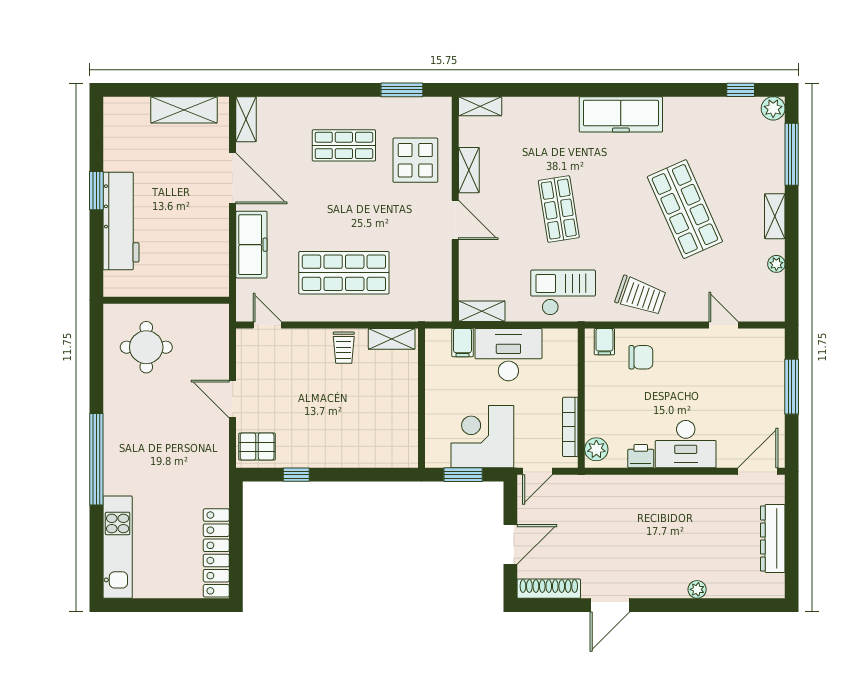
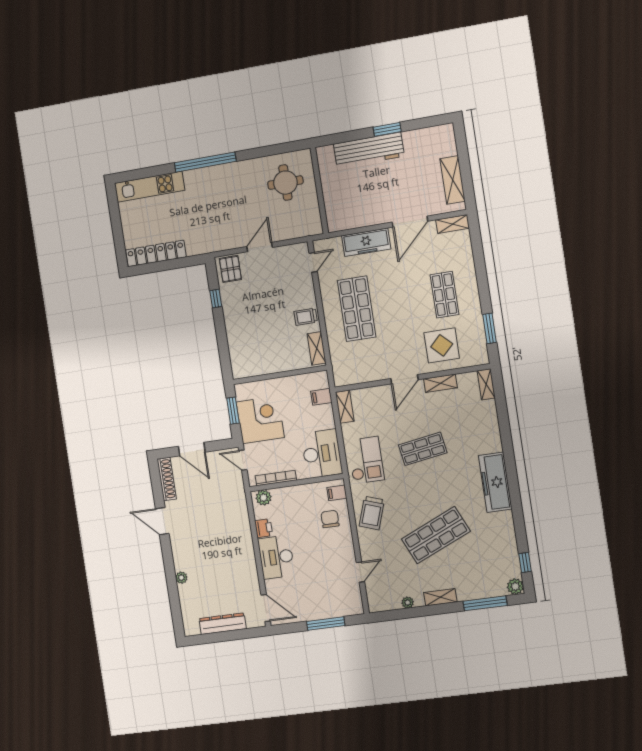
desk: (508, 355) -> (322, 454), moved
chair: (641, 357) -> (330, 519), turned 180

